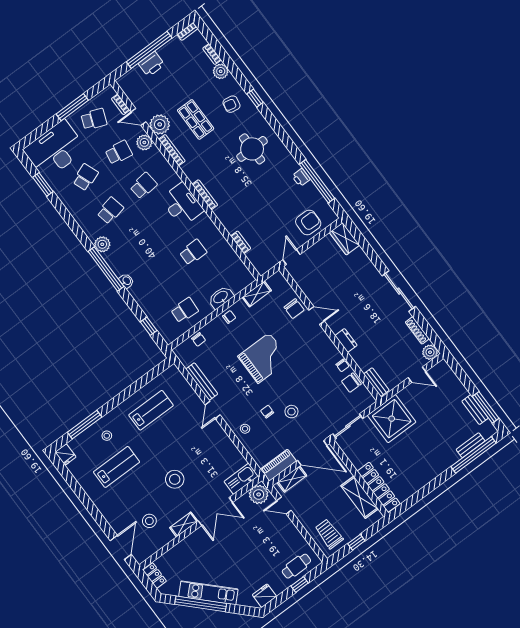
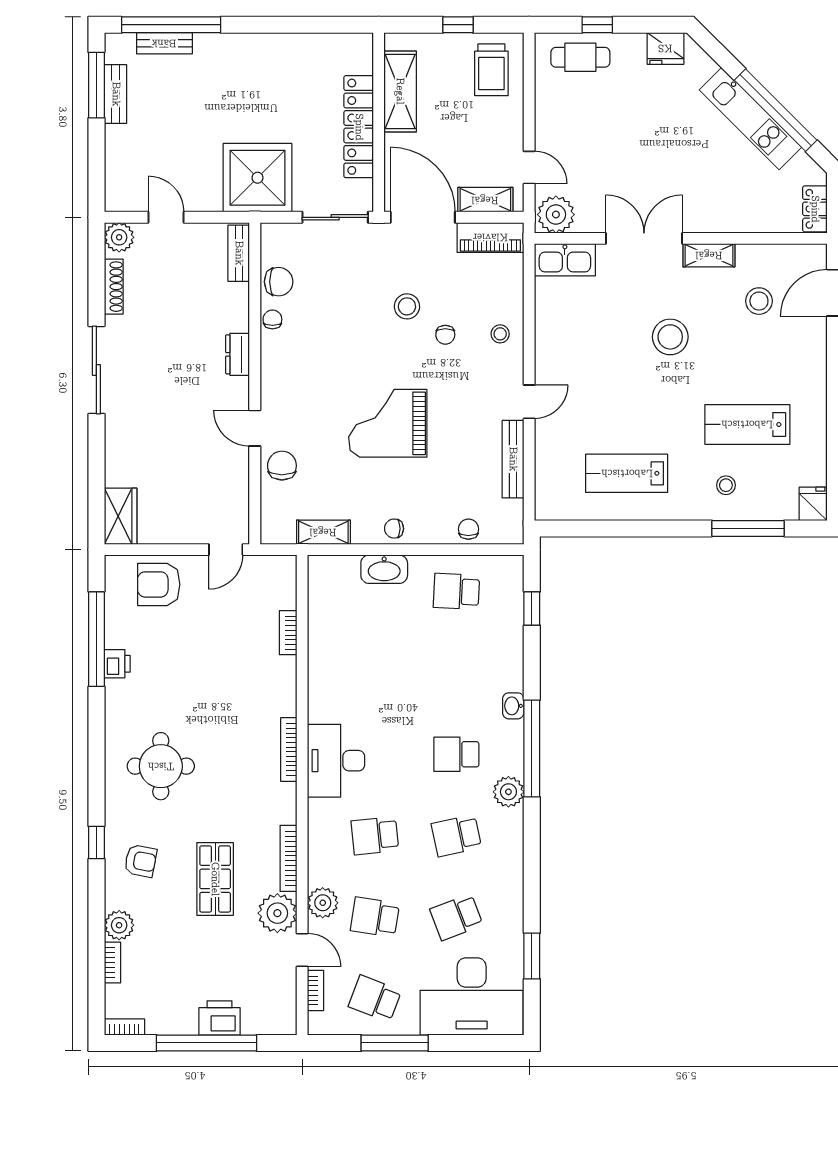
school desk: (193, 252) -> (456, 754), moved
locker: (379, 487) -> (359, 127), moved

